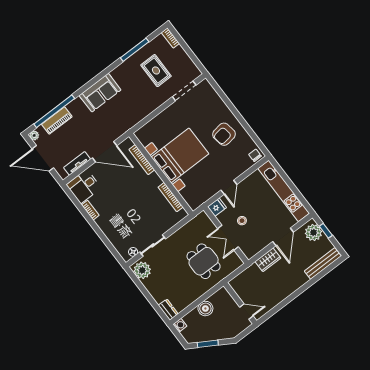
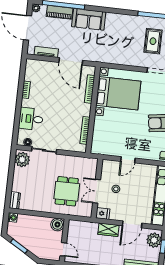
sofa: (100, 93) -> (89, 19), moved
bed with nightstands: (180, 155) -> (118, 93), moved
desk: (84, 186) -> (31, 119), moved
fridge: (217, 207) -> (103, 213), moved
boiler: (205, 309) -> (57, 225), moved

